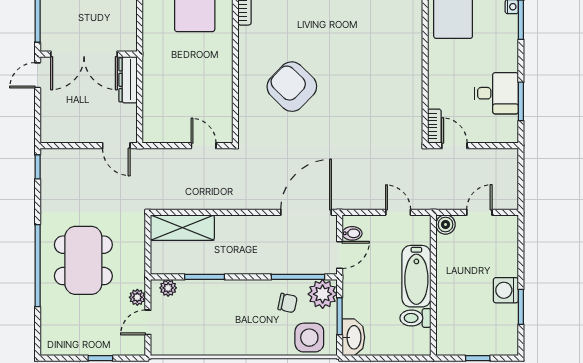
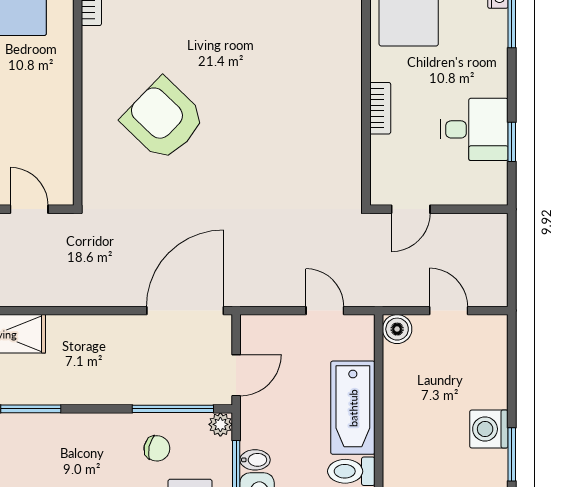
window: (521, 101) -> (512, 142), width x0.67
bookcase: (434, 126) -> (380, 108), moved
door: (454, 146) -> (411, 209), swing flipped
door: (479, 212) -> (449, 311), hinge flipped
bidet: (352, 233) -> (255, 460), moved
plant: (323, 294) -> (220, 424), width x0.53, depth x0.53

